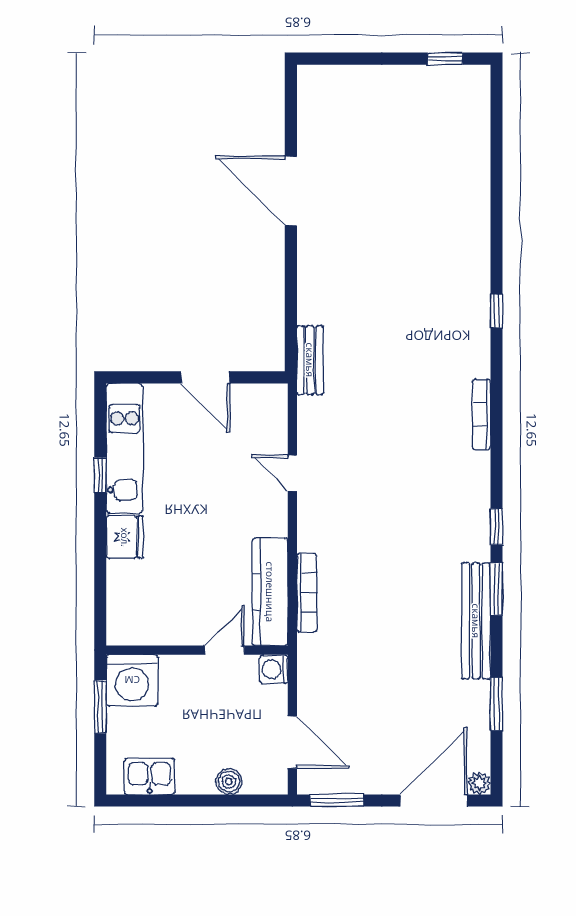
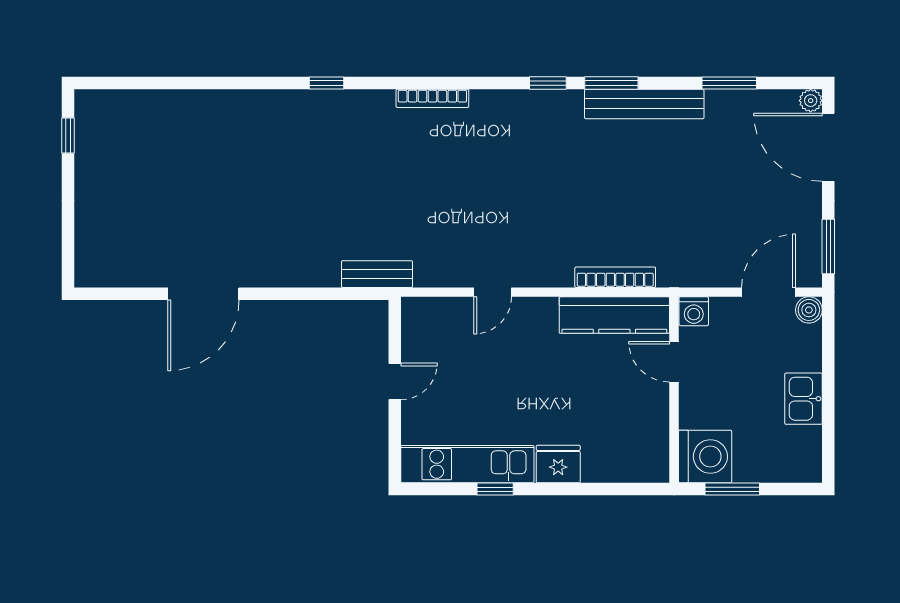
door: (205, 377) -> (395, 381), width x0.73
kitchen sink: (150, 776) -> (803, 399), moved
boiler: (229, 782) -> (809, 310), moved

